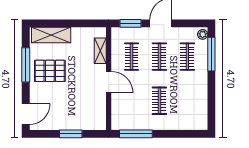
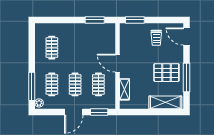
clothes rail: (159, 101) -> (52, 48), moved
trolley: (62, 112) -> (156, 38), added
door: (26, 114) -> (187, 37), hinge flipped
window: (71, 134) -> (135, 20), moved
window: (136, 134) -> (95, 20), width x0.69

